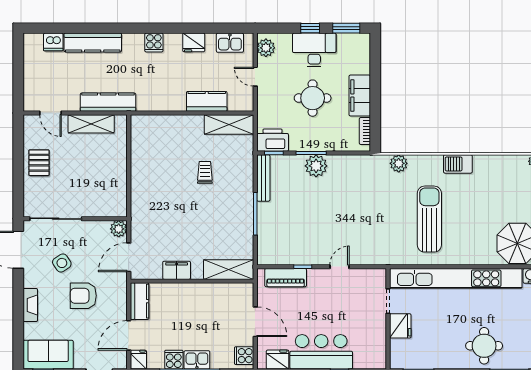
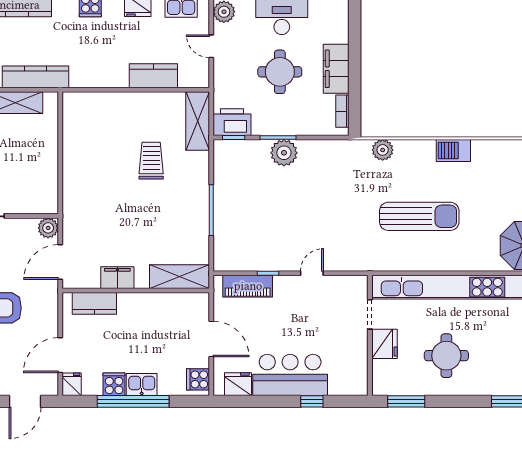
shelving: (229, 124) -> (198, 121), moved, turned 90
trolley: (205, 172) -> (151, 161), width x1.36, depth x1.39
bench: (263, 178) -> (221, 167), removed
sun lounger: (429, 219) -> (419, 216), turned 90
kitchen counter: (140, 301) -> (94, 303), moved, turned 90
round table: (484, 346) -> (446, 356), moved

